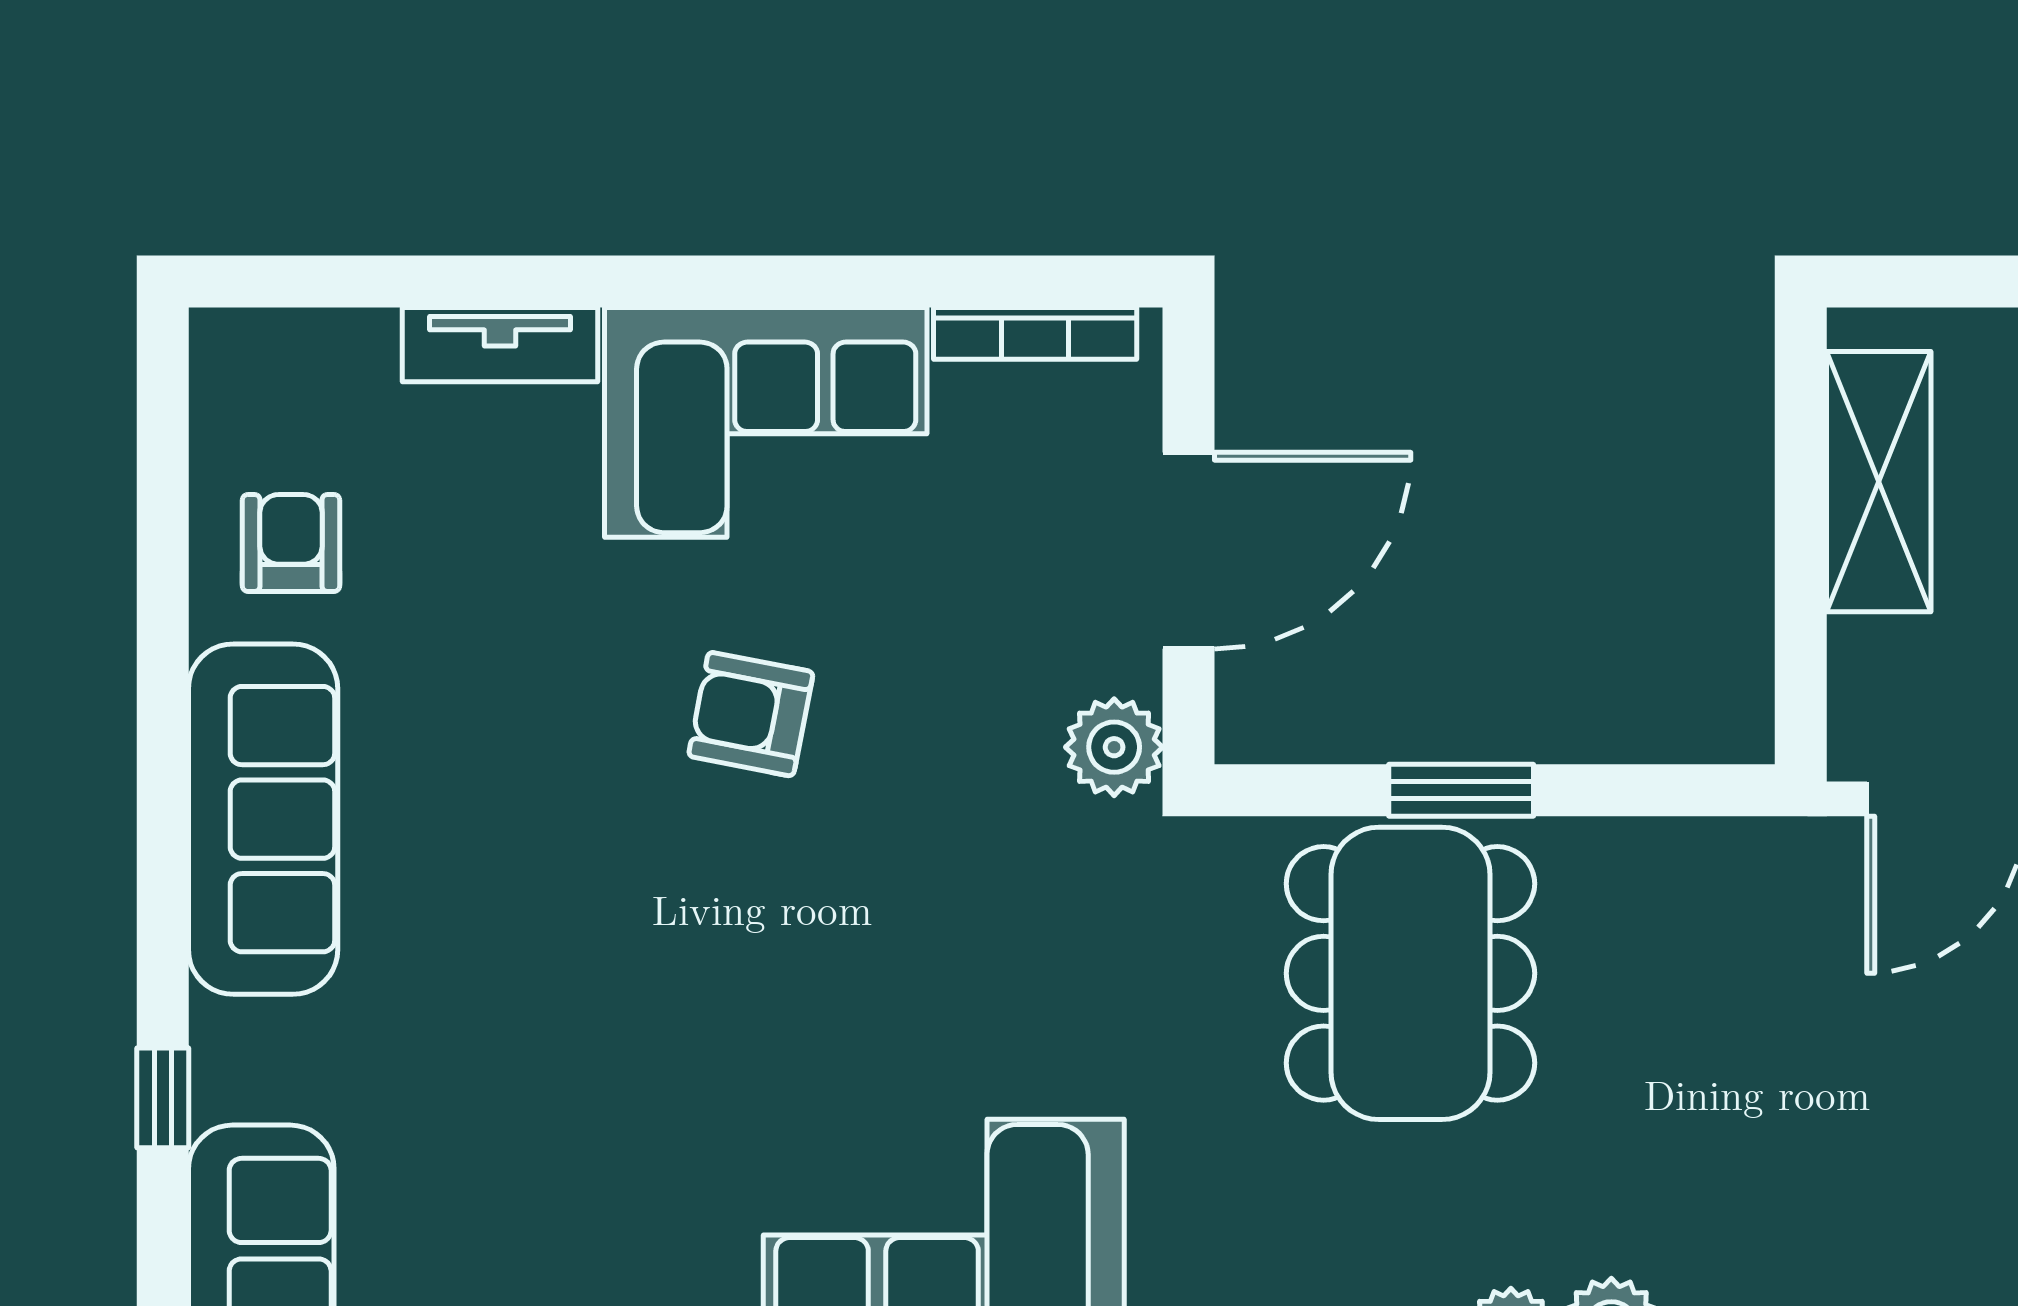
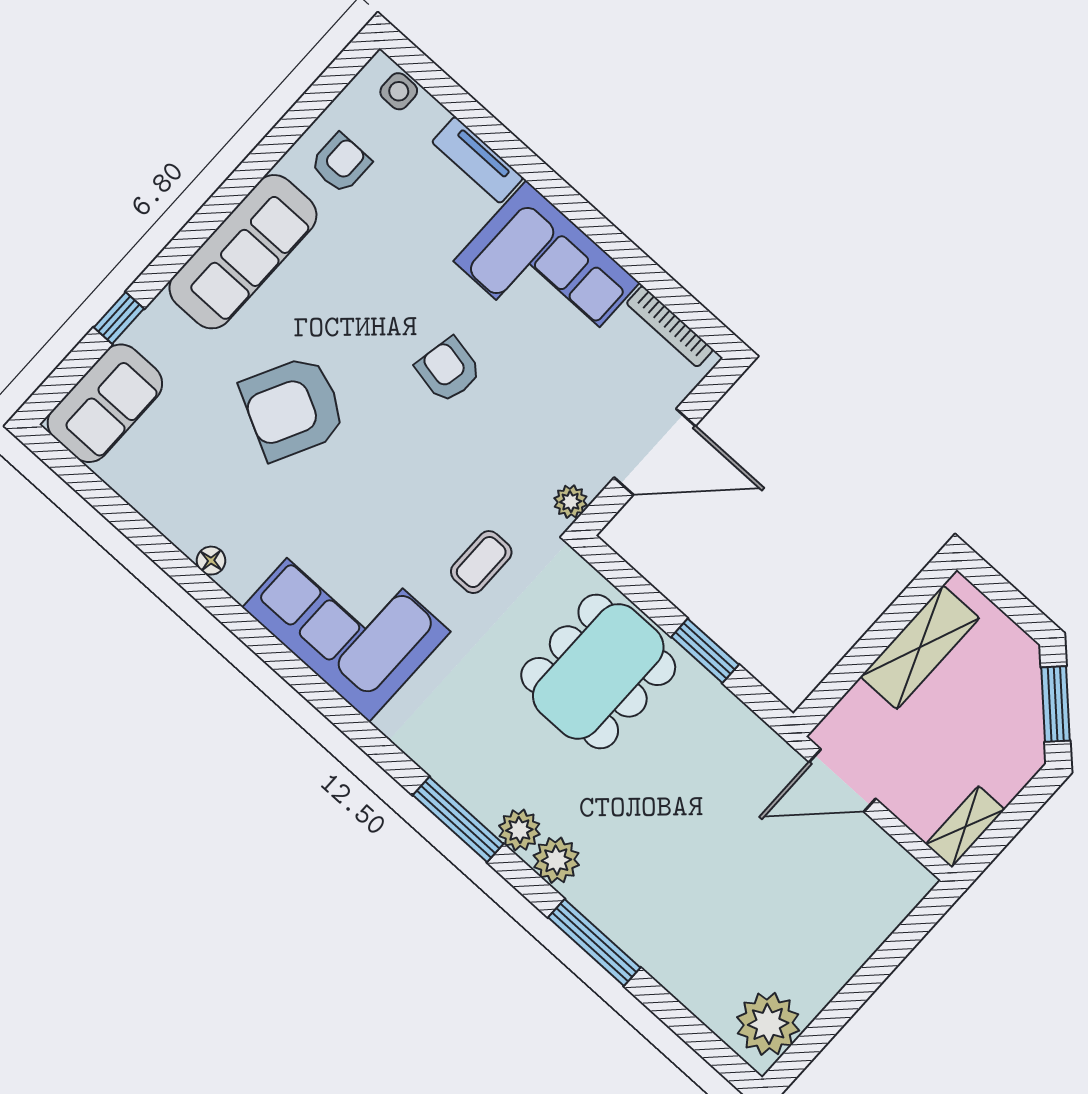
side table: (280, 349) -> (399, 91), added
plant: (1114, 747) -> (571, 502), width x0.73, depth x0.73
window: (1461, 790) -> (705, 651), moved
coffee table: (1073, 968) -> (481, 562), added
armchair: (562, 992) -> (293, 408), added

